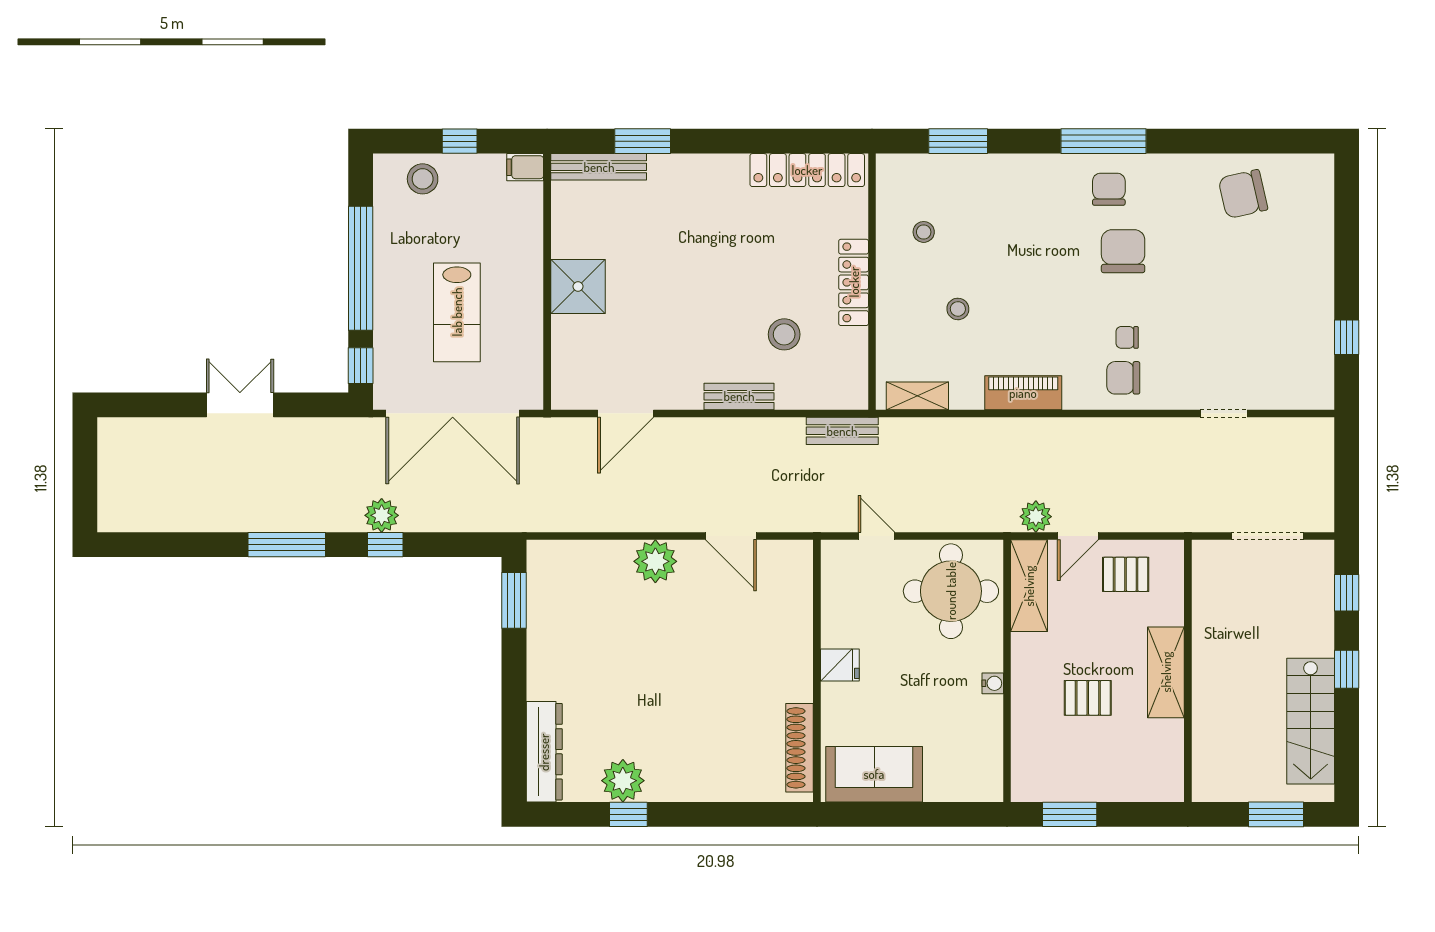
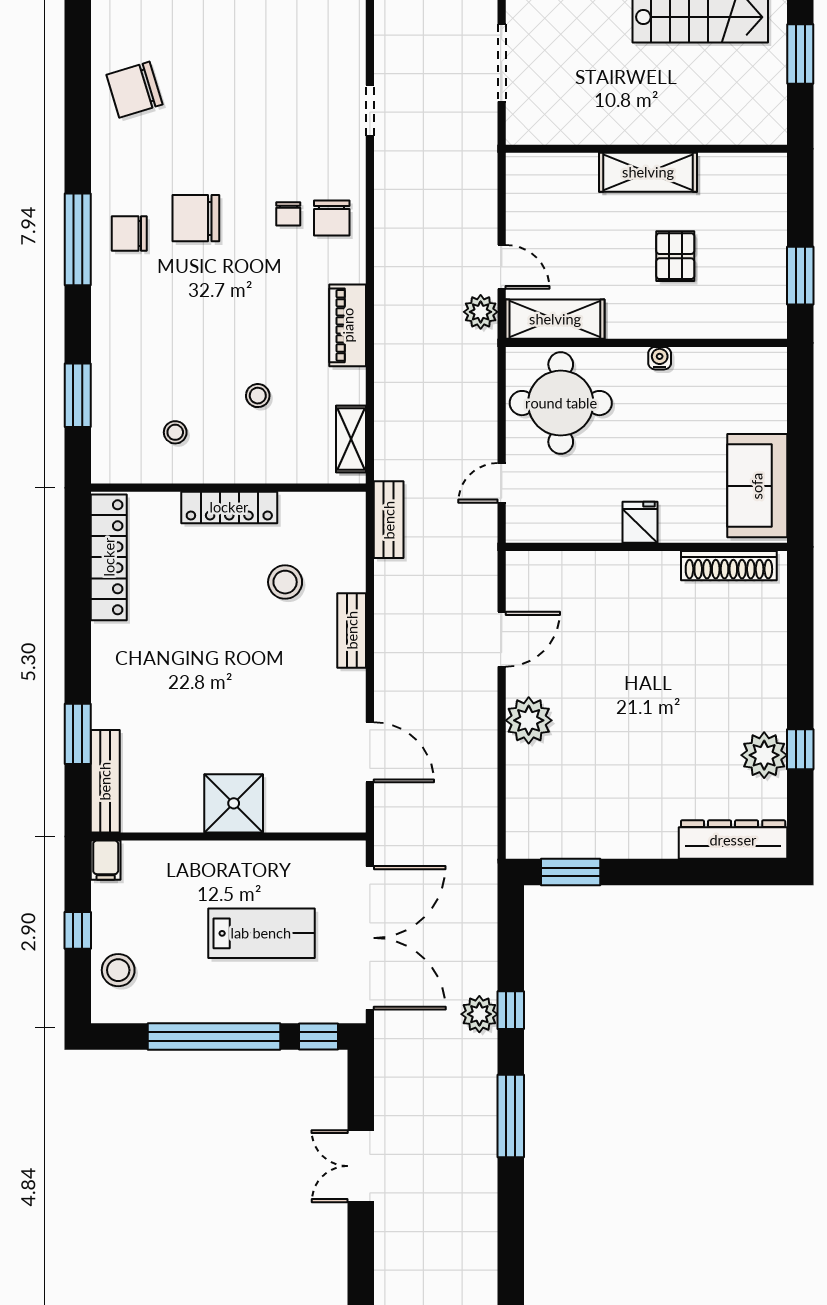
chair: (1243, 194) -> (134, 90), turned 86
pallet: (1126, 574) -> (543, 216), removed

